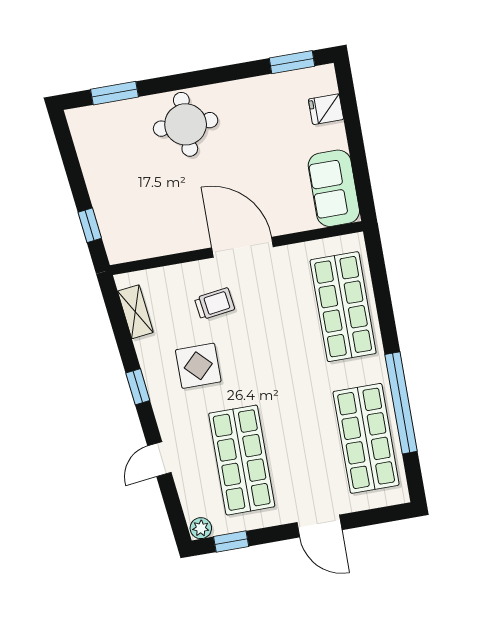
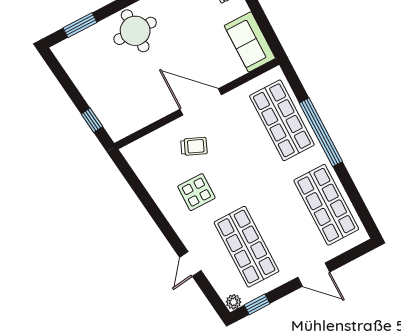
trolley: (215, 304) -> (194, 146), turned 31
shelving: (135, 312) -> (142, 169), removed
window: (138, 387) -> (160, 220), removed
window: (401, 403) -> (321, 132), moved

